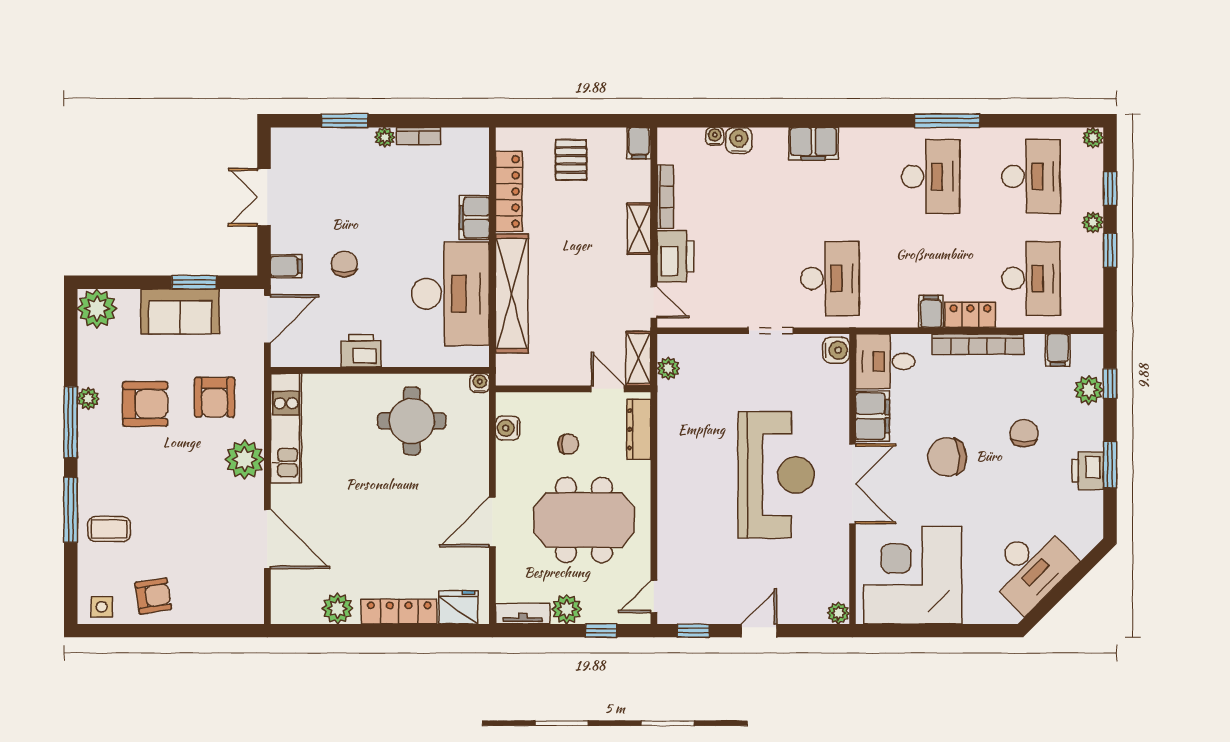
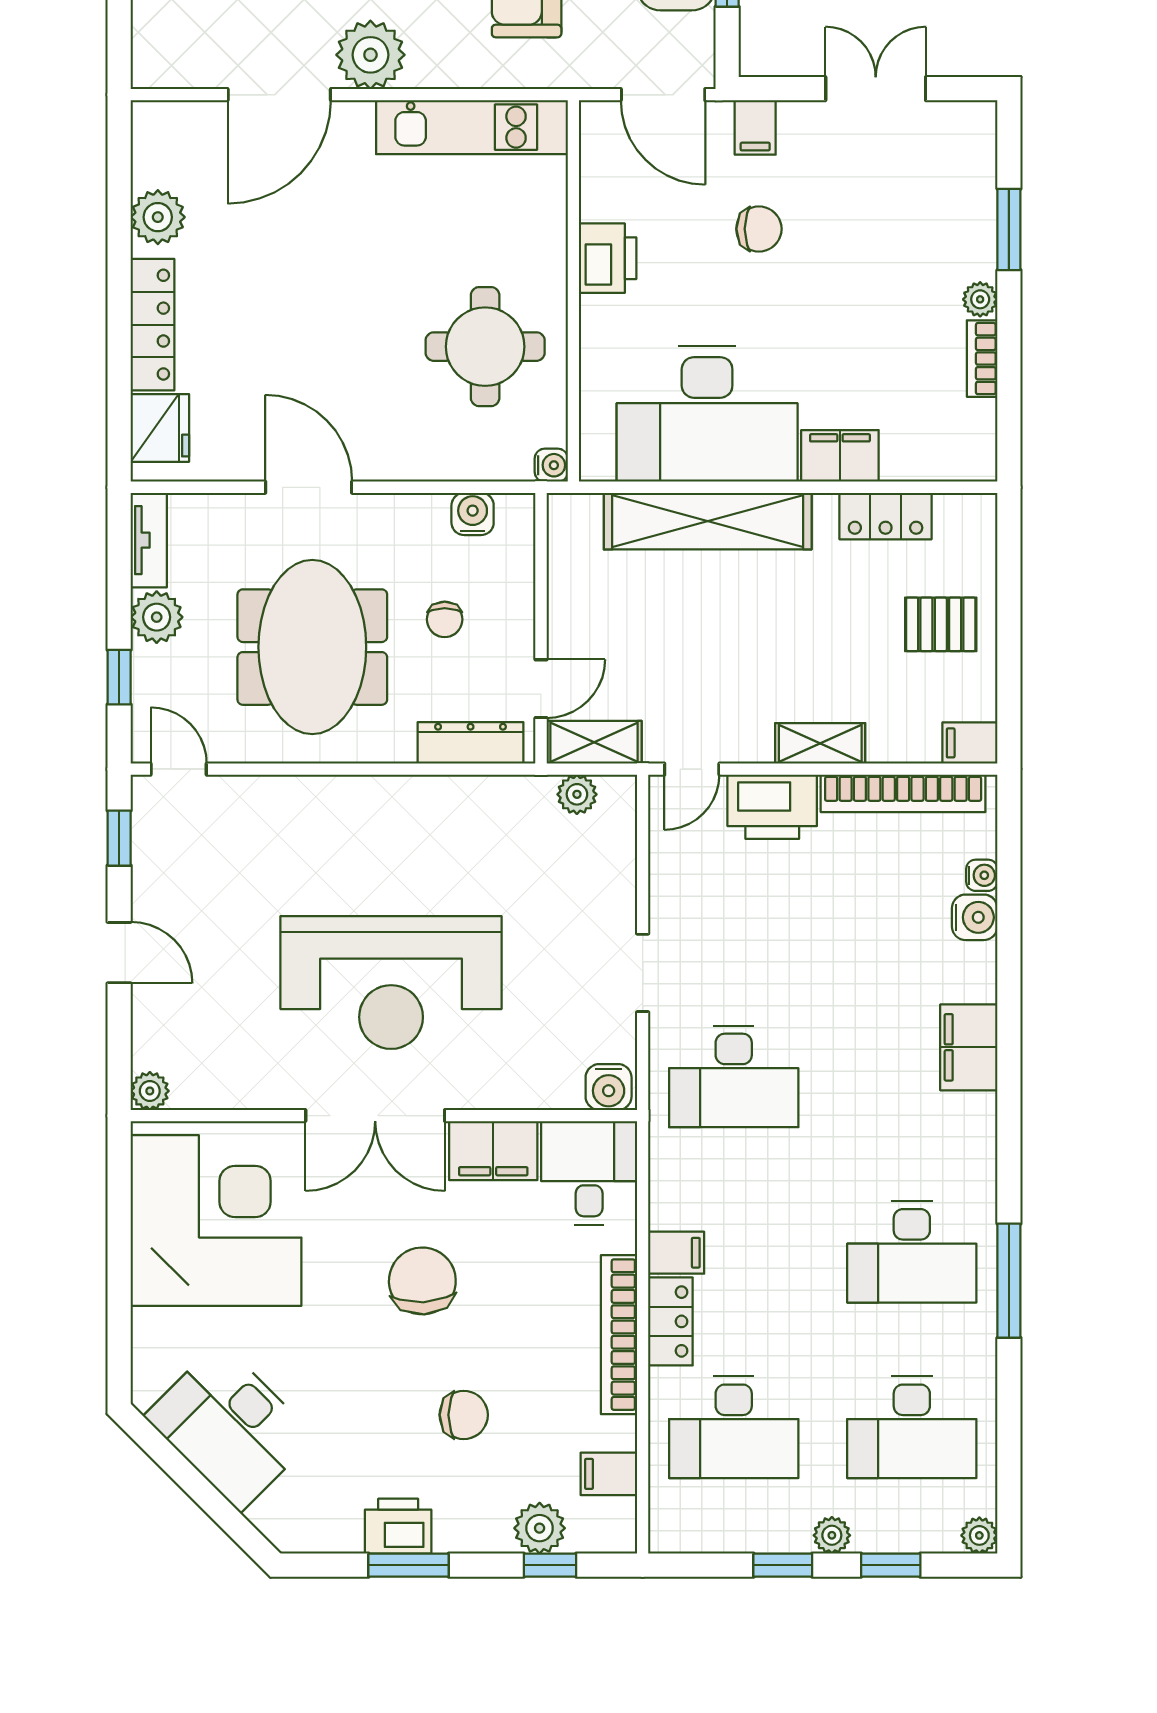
locker: (509, 191) -> (886, 516), width x0.66
bookcase: (665, 197) -> (903, 793), width x1.48, depth x1.31
plant: (245, 459) -> (370, 55), moved

